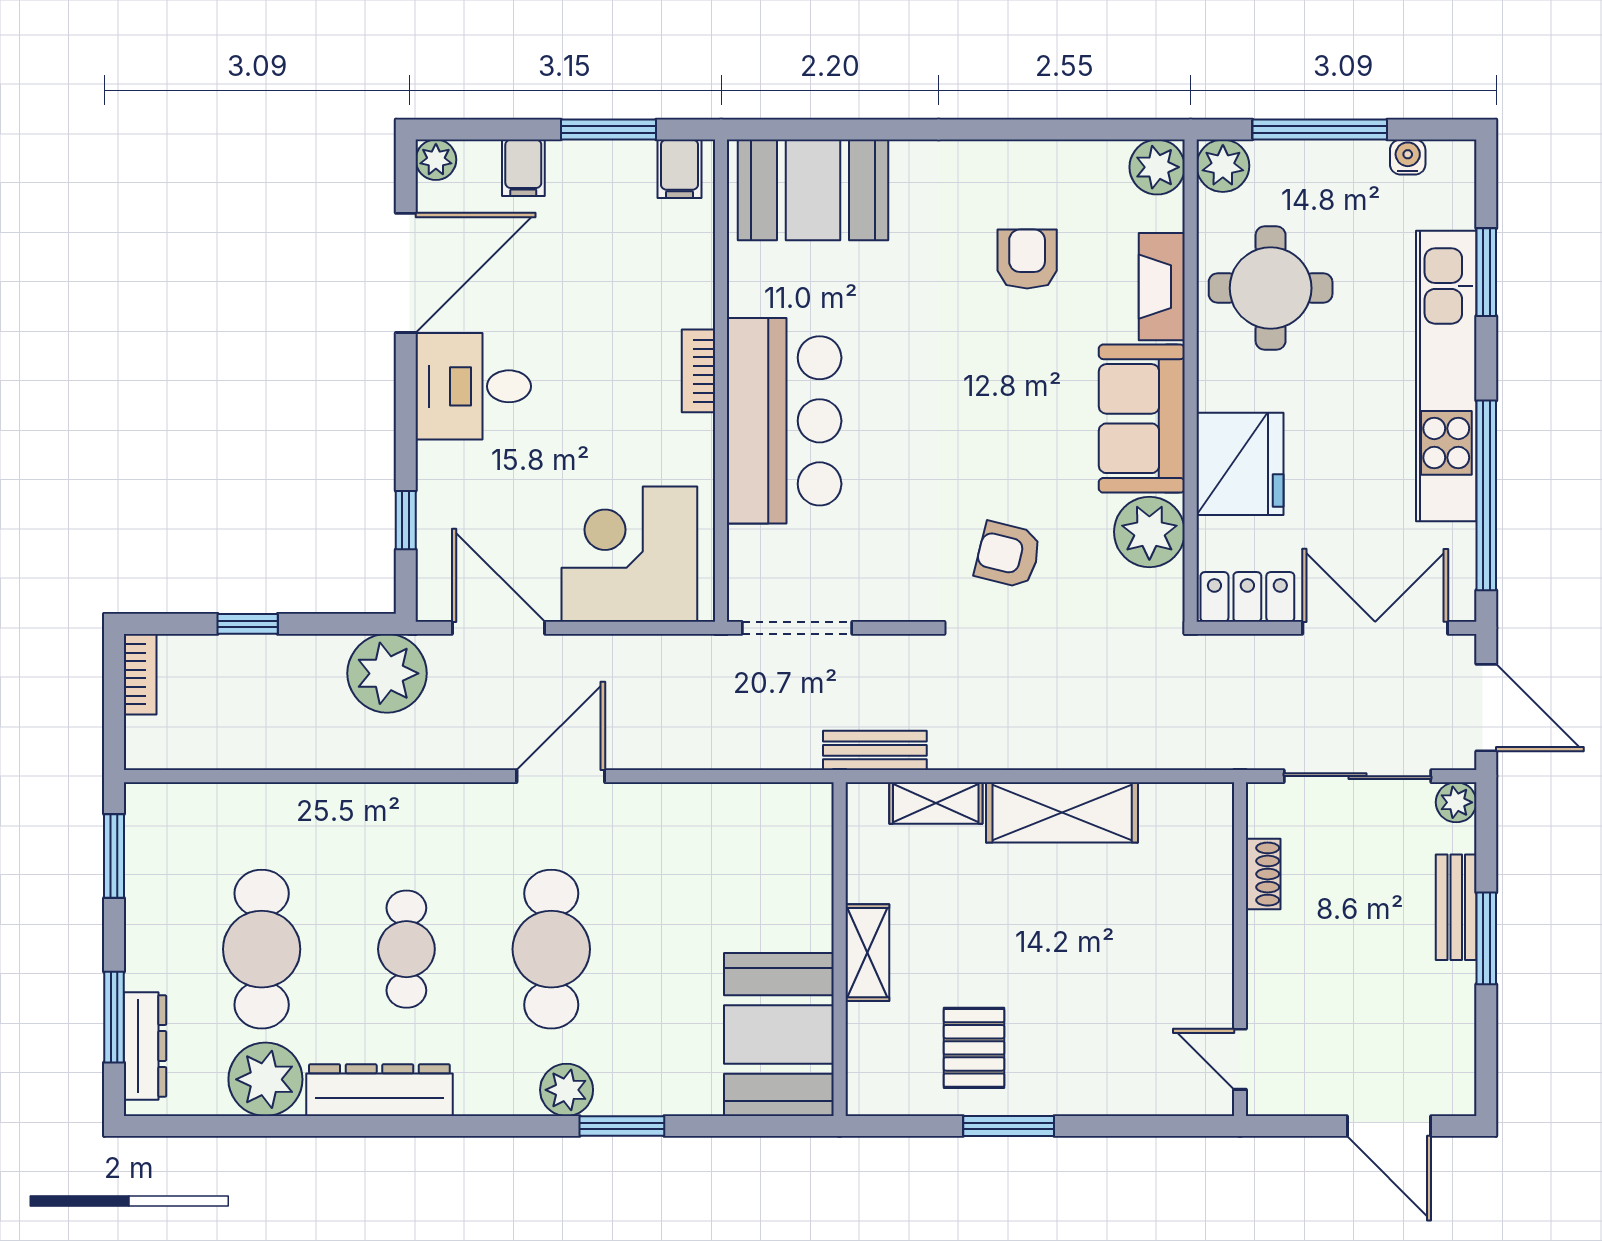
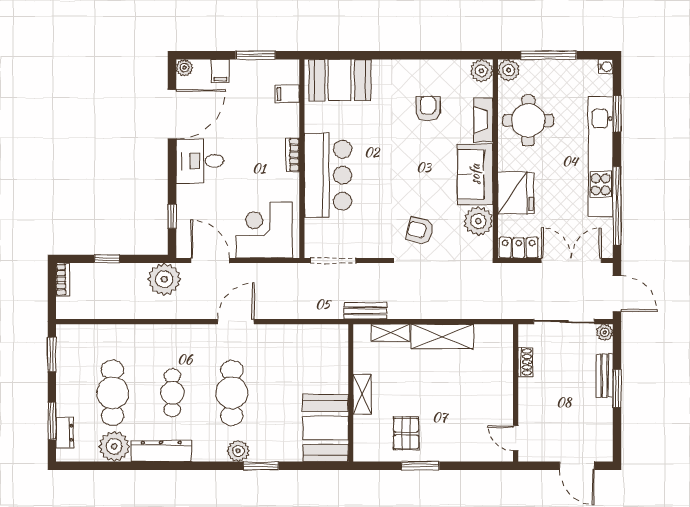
water cooler: (1408, 157) -> (606, 67), moved, turned 90
filing cabinet: (680, 169) -> (287, 94), moved, turned 90
dresser: (145, 1046) -> (65, 433), width x0.70

